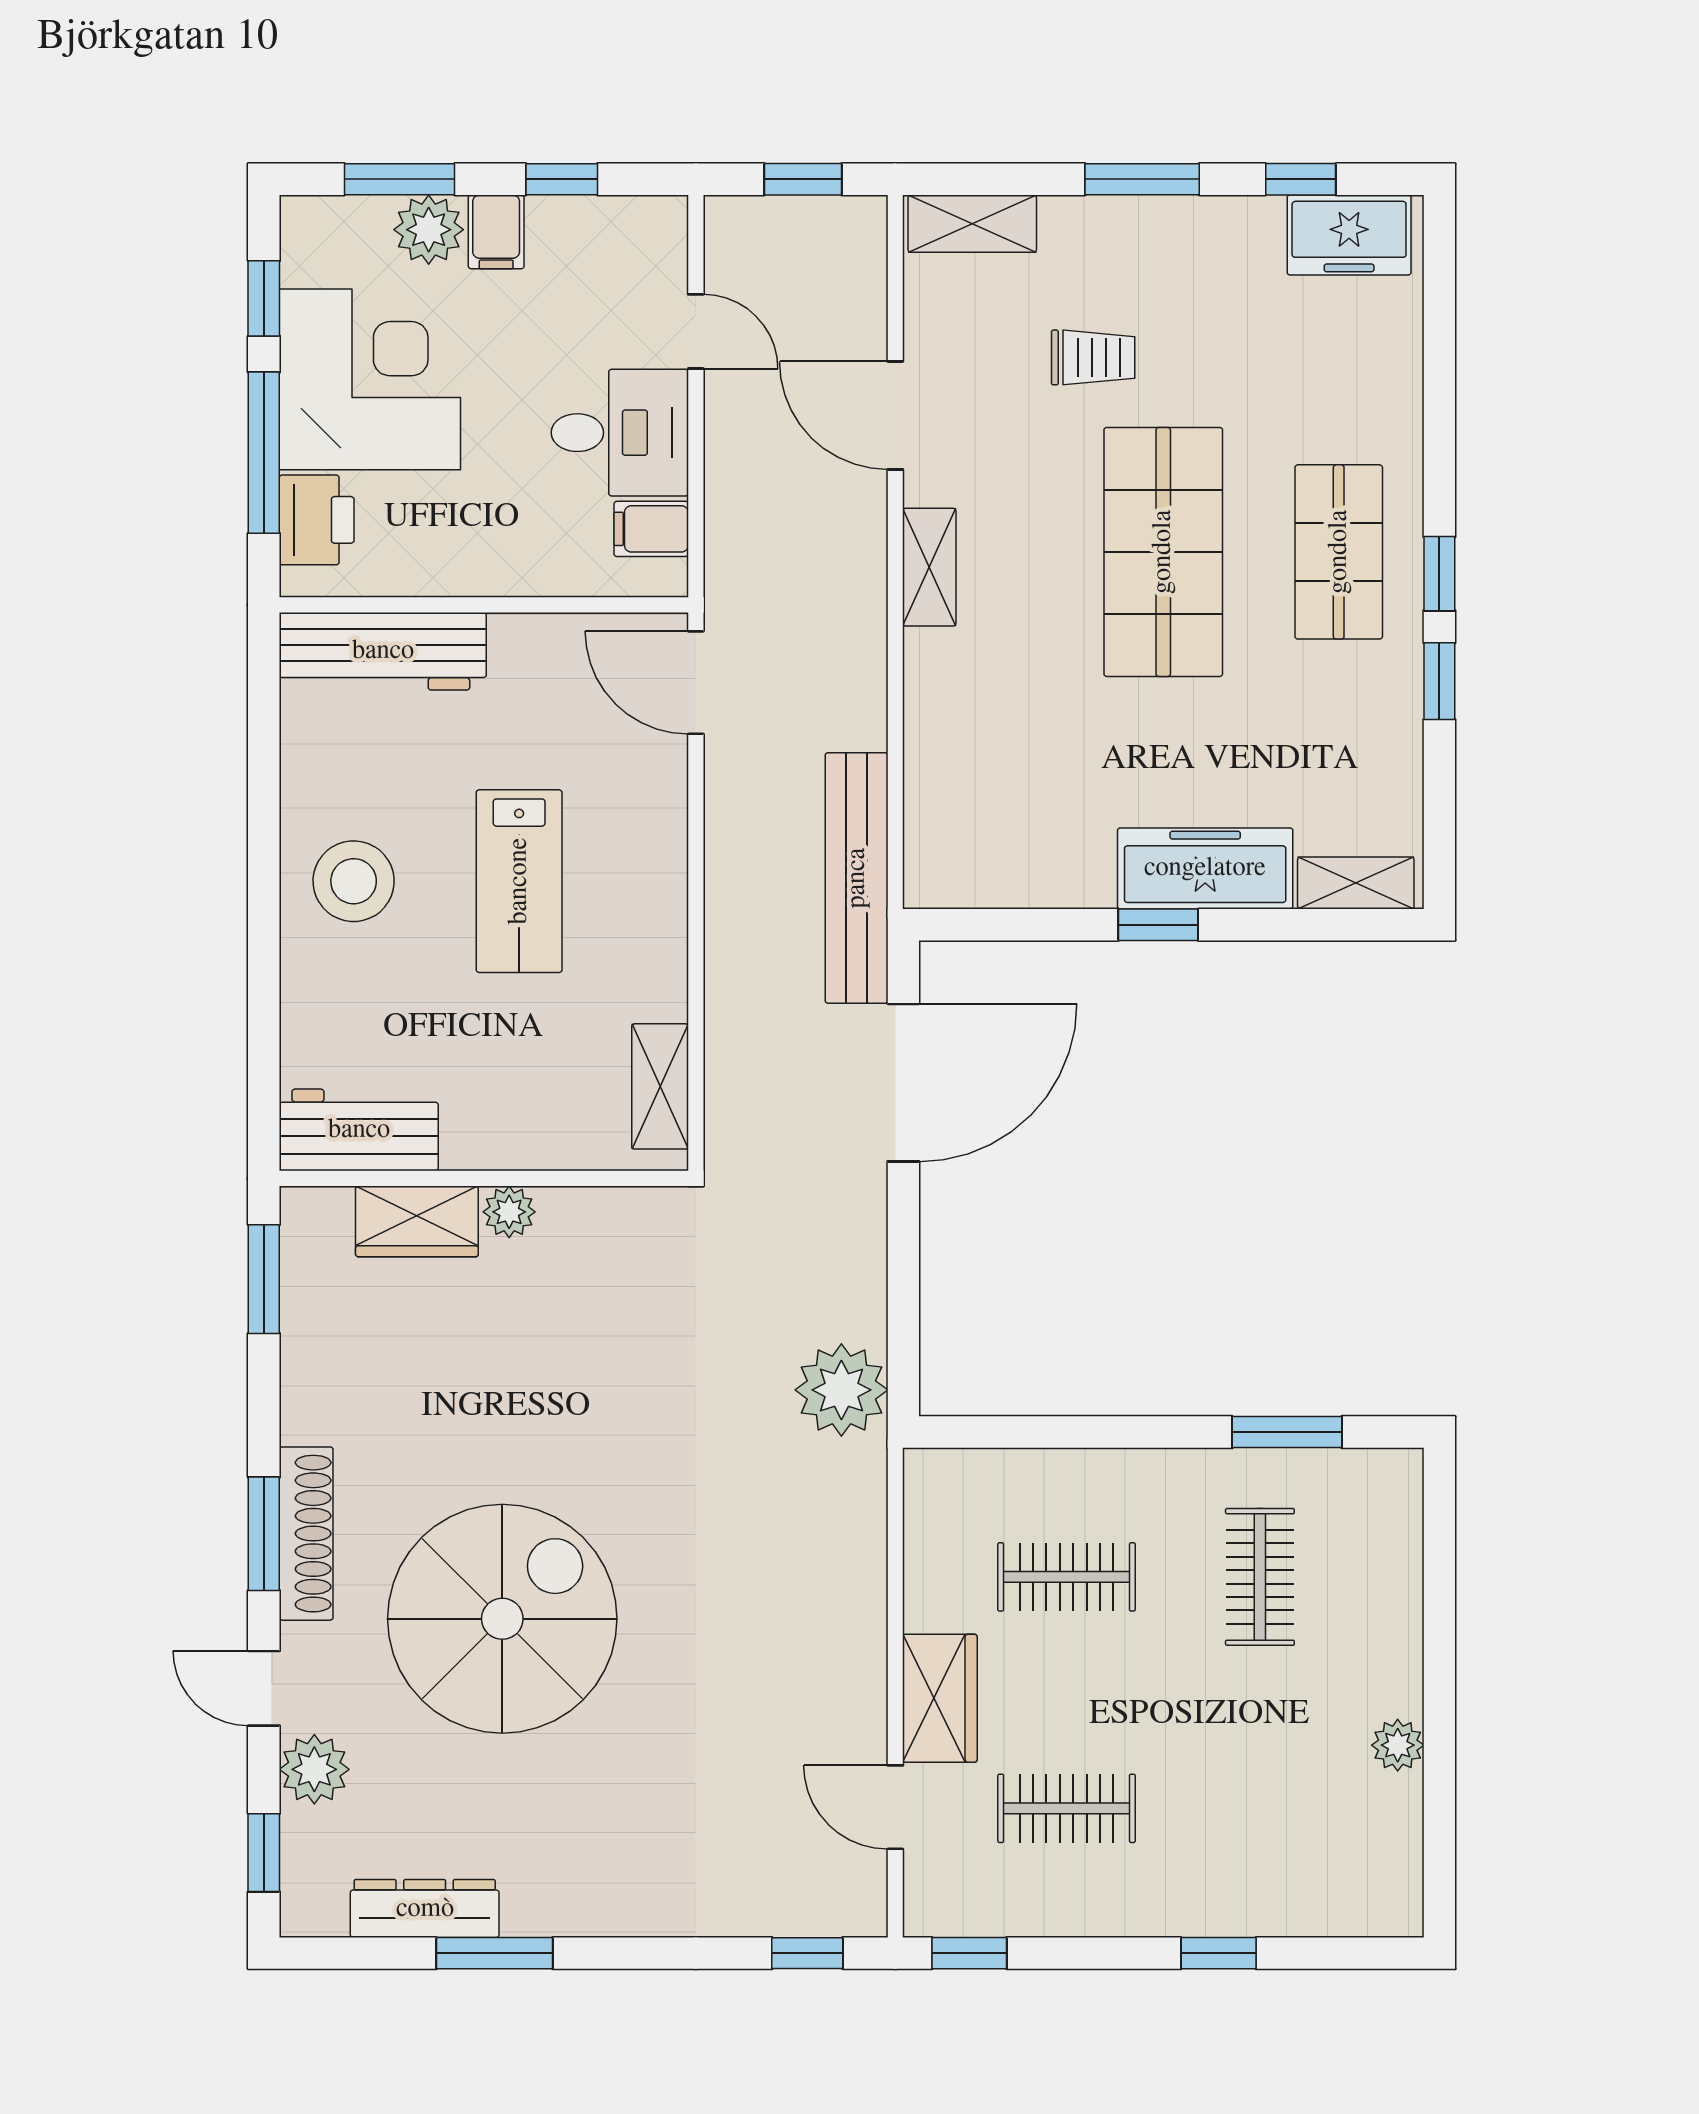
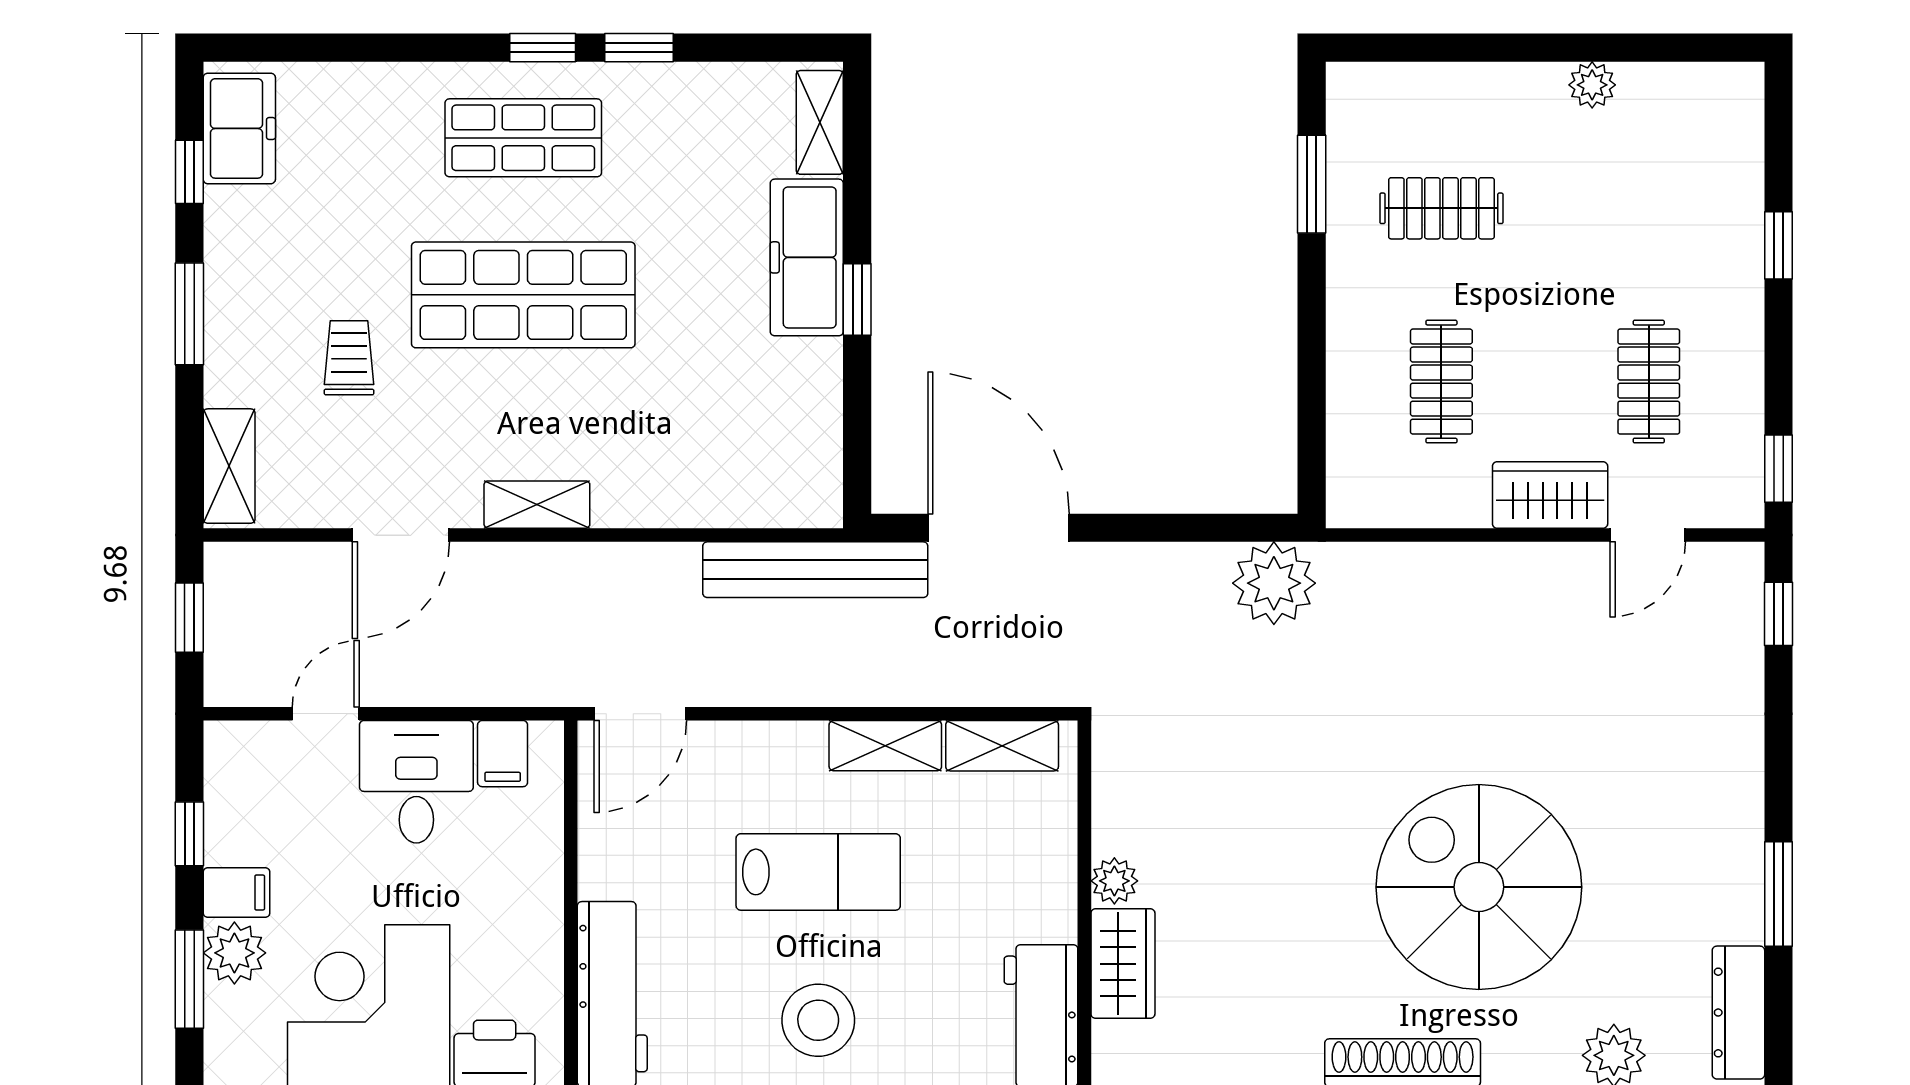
shelving: (660, 956) -> (885, 746), added
dresser: (425, 1909) -> (1738, 1013), moved

